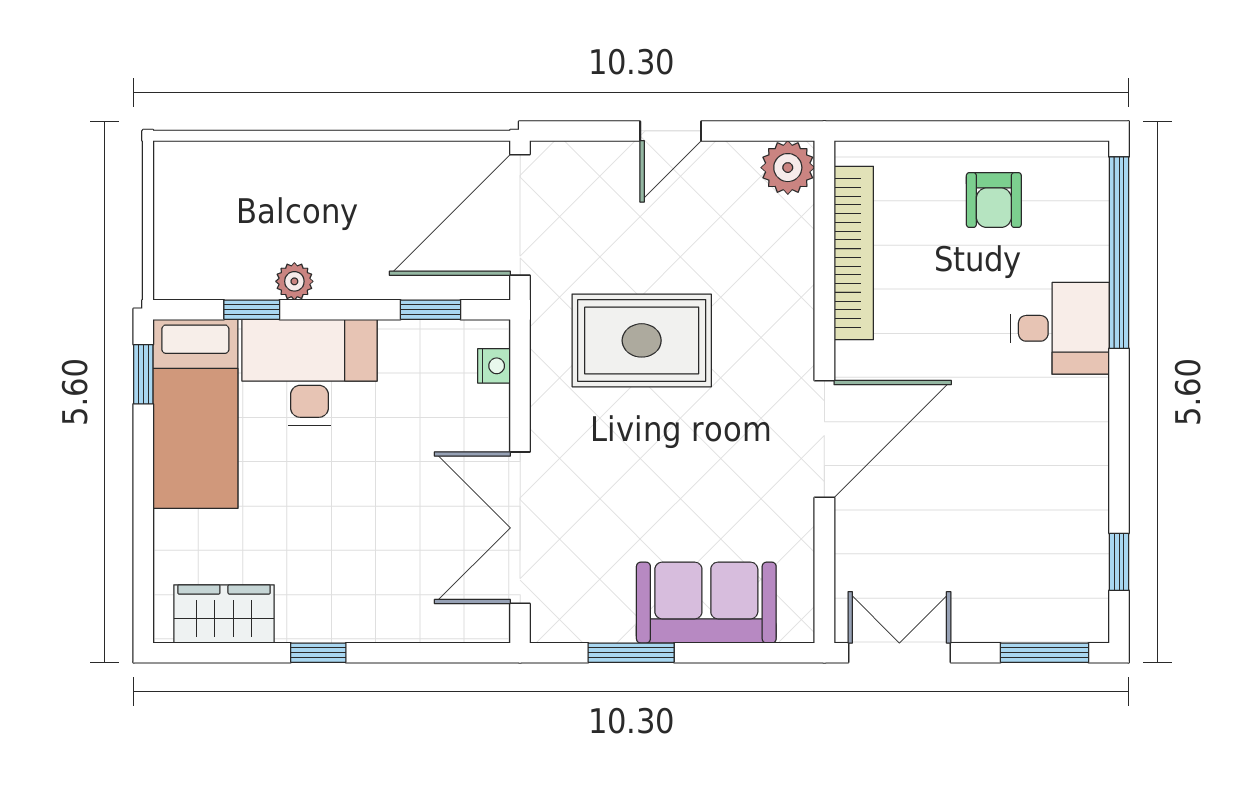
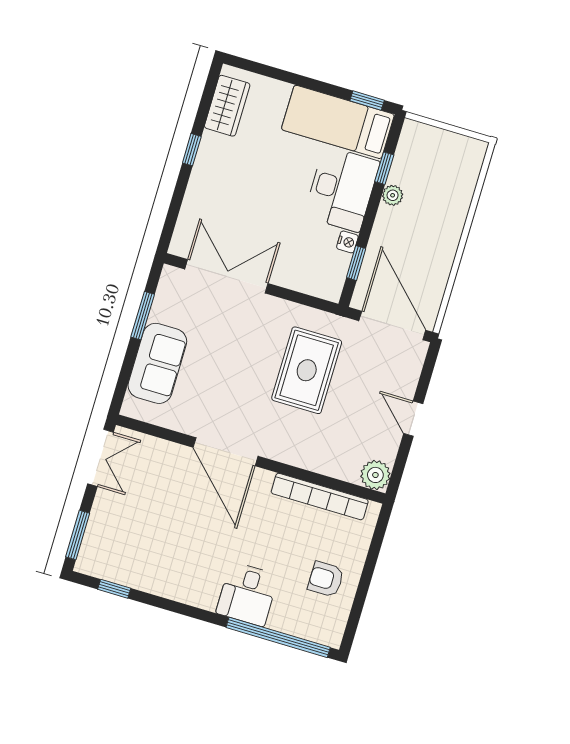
nightstand: (494, 366) -> (347, 242), moved, turned -90

